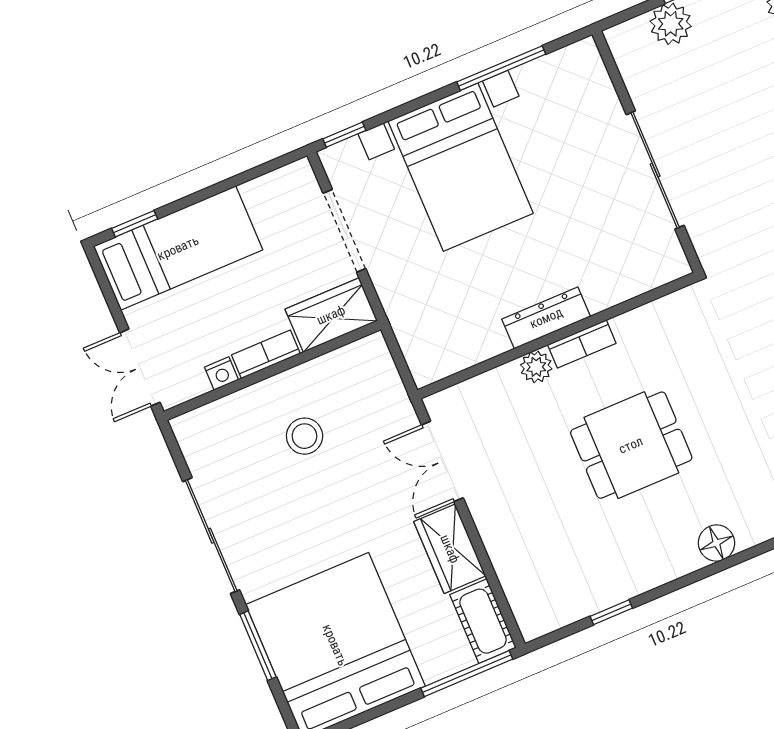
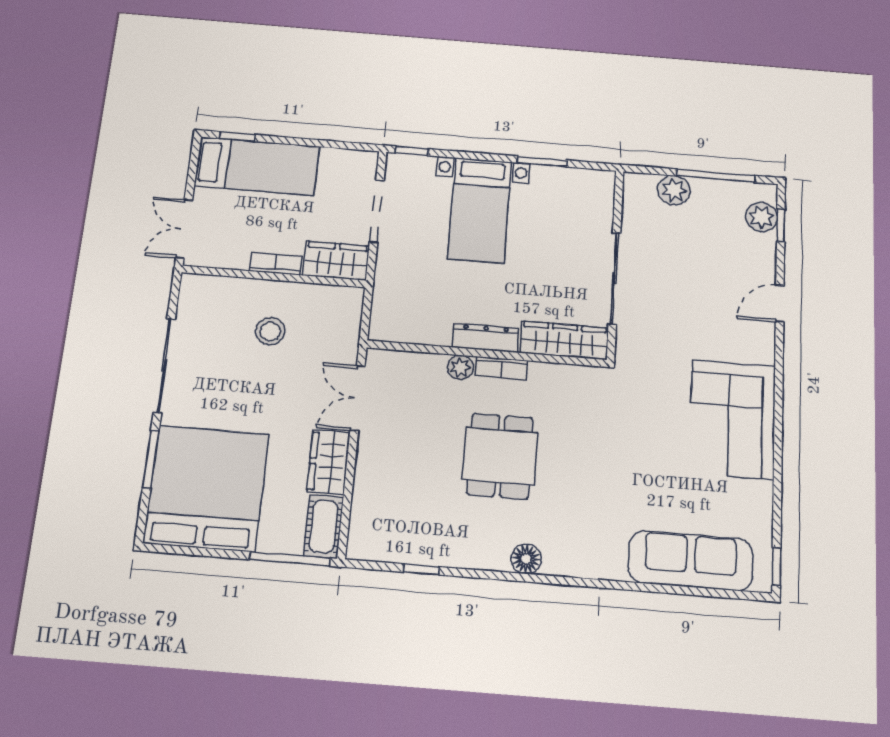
window: (501, 68) -> (542, 162), width x0.69
bed with nightstands: (461, 167) -> (480, 210), width x0.73
wardrobe: (635, 275) -> (564, 340), added
nightstand: (221, 373) -> (238, 261), removed
dining table: (631, 445) -> (500, 456), turned 90

